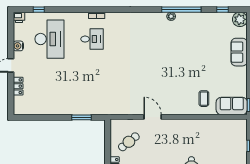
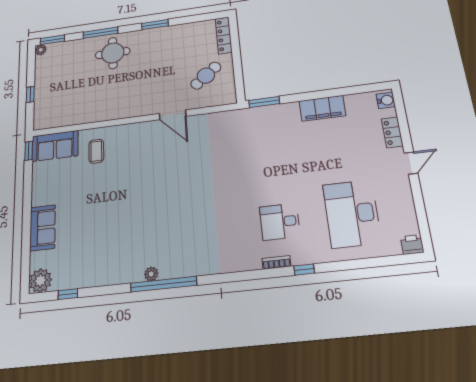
window: (39, 10) -> (304, 270), moved
window: (181, 10) -> (164, 284), moved
water cooler: (18, 46) -> (386, 100), moved
filing cabinet: (57, 108) -> (322, 108), added
window: (82, 117) -> (264, 102), moved

